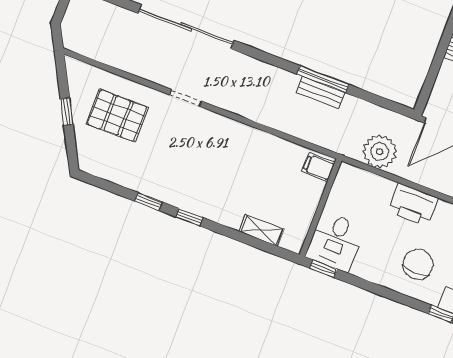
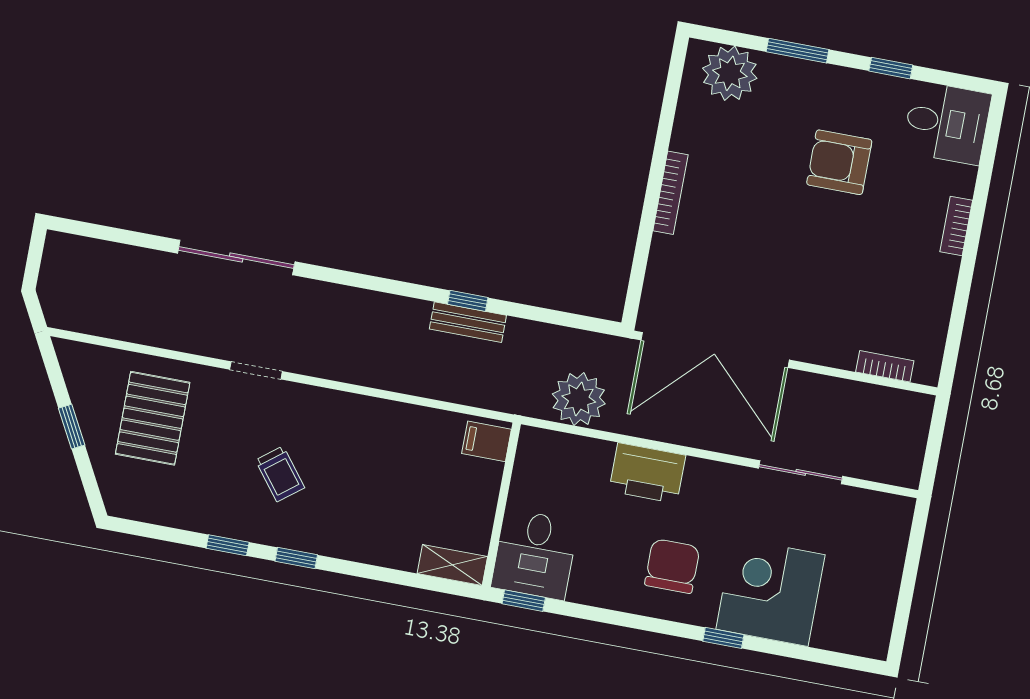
sliding door: (186, 27) -> (236, 258), width x0.73
window: (323, 79) -> (468, 301), width x0.46
pallet: (117, 116) -> (153, 418), turned 90
trolley: (189, 164) -> (280, 474), added
shelving: (261, 230) -> (452, 565), moved

